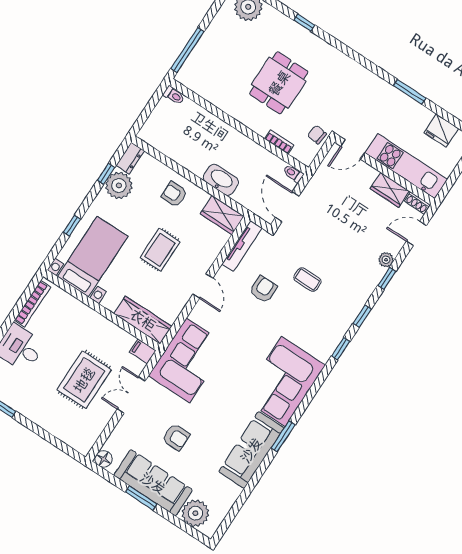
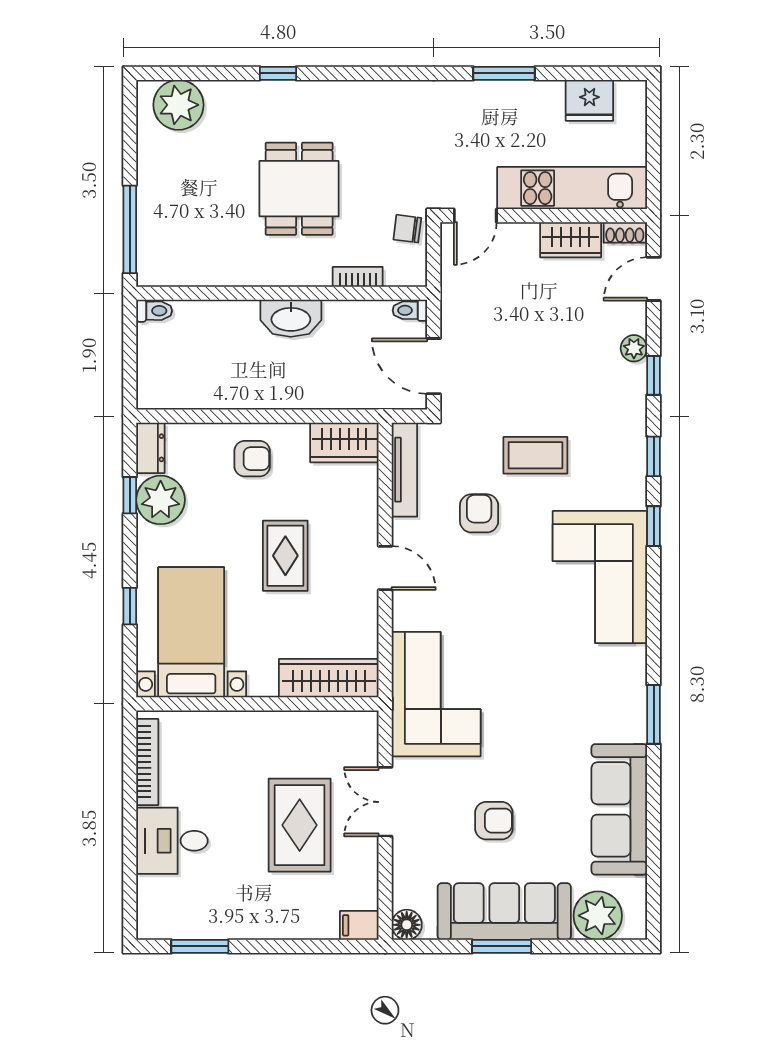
washbasin: (221, 180) -> (291, 318), moved, turned 180
armchair: (174, 194) -> (252, 459), turned 180
coffee table: (307, 279) -> (535, 455), width x1.36, depth x1.30
filing cabinet: (143, 351) -> (359, 925), moved
corner sofa: (283, 381) -> (600, 577), moved
sofa: (251, 450) -> (619, 809), moved

